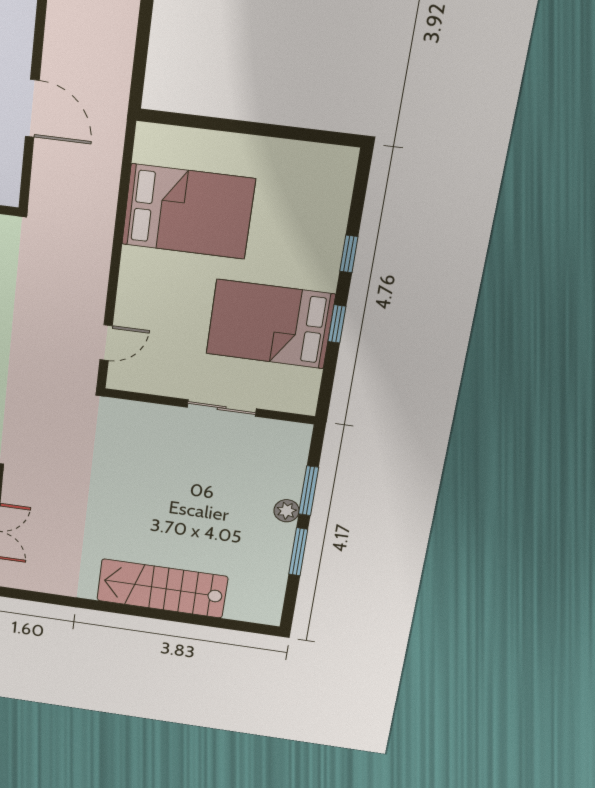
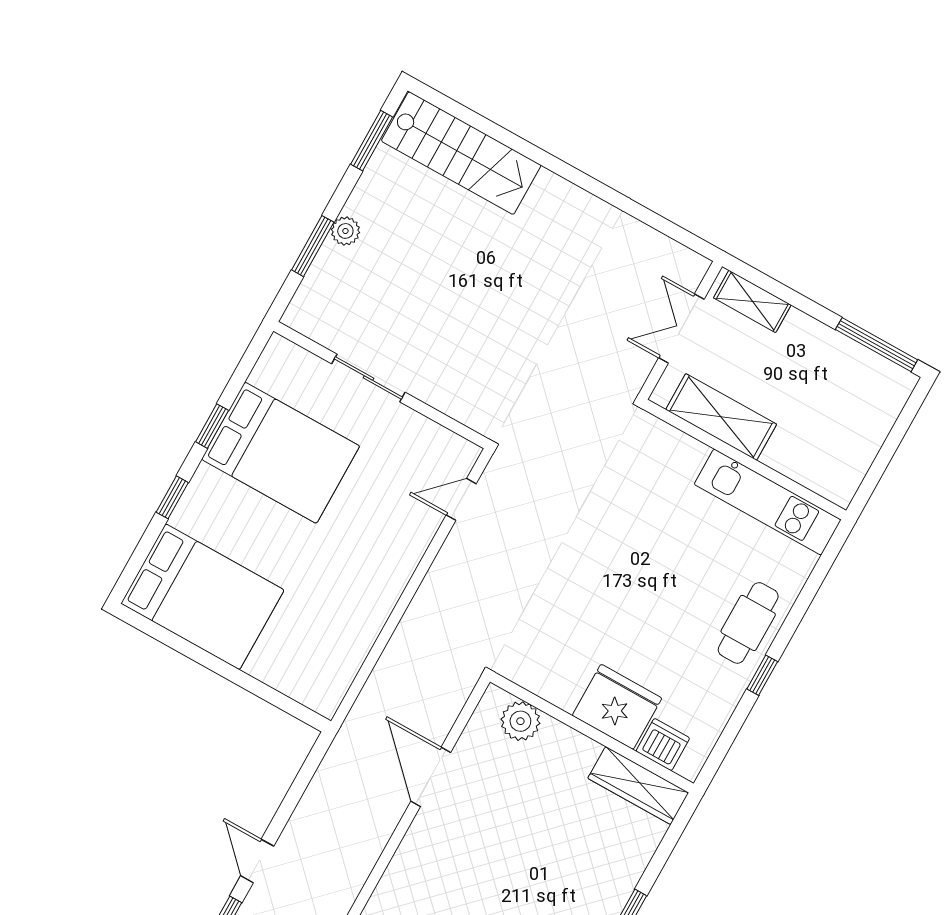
bed: (188, 212) -> (202, 597), moved, turned 180
window: (298, 552) -> (372, 141), moved
stairs: (162, 588) -> (461, 153), moved

